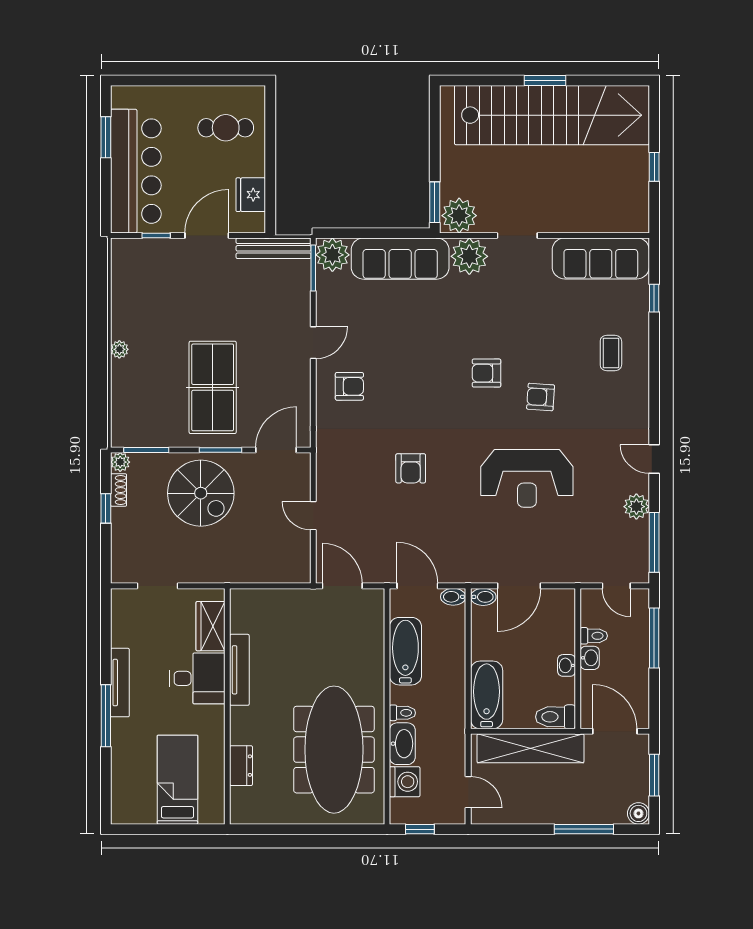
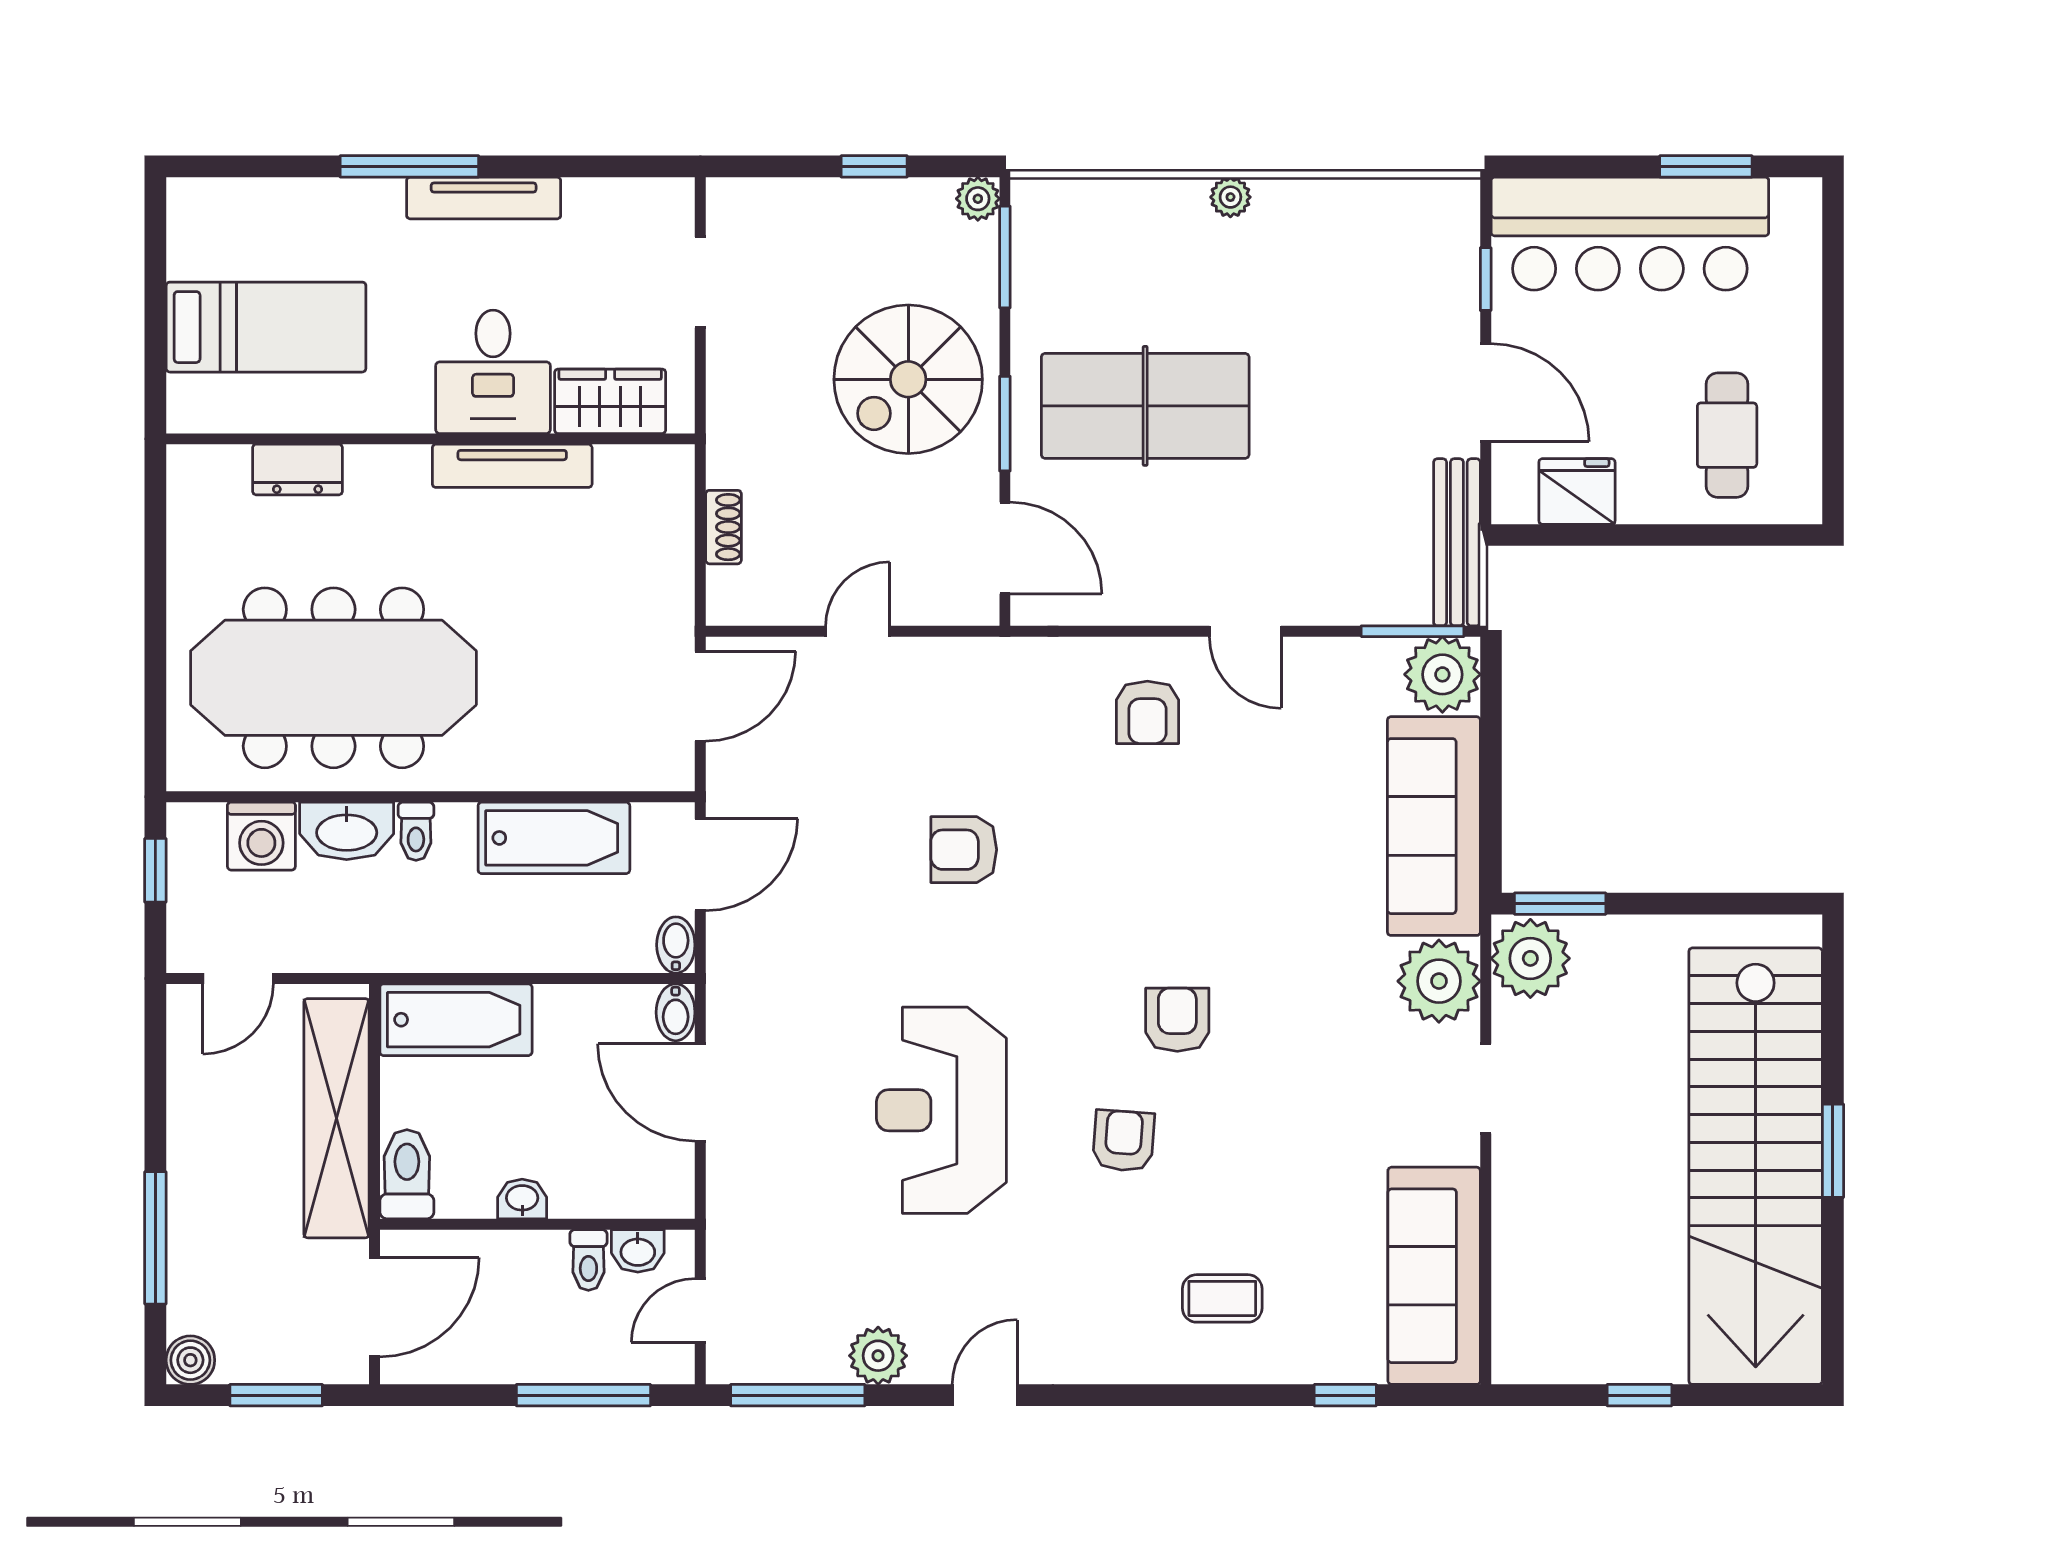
shoe rack: (119, 490) -> (724, 527), moved, turned -90
washbasin: (590, 658) -> (638, 1251), moved

